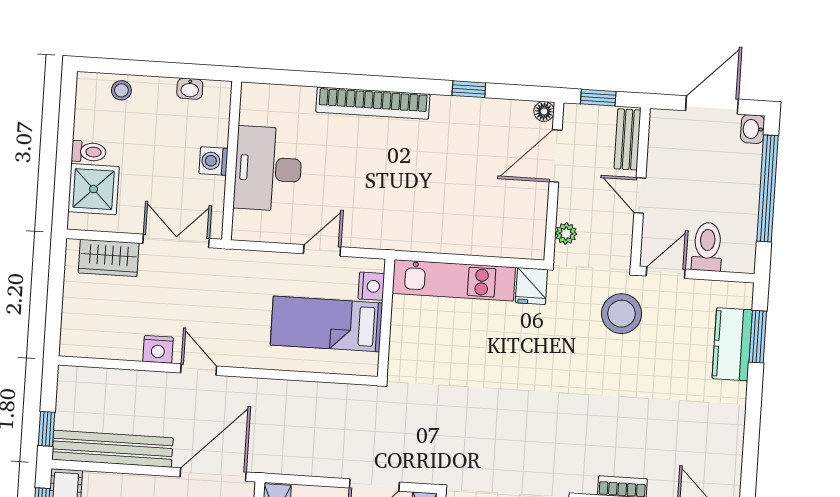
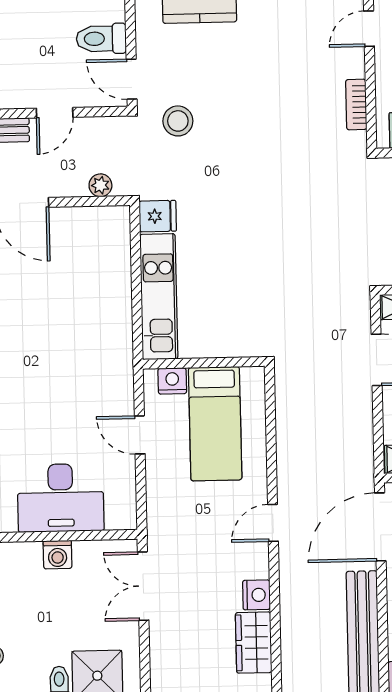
wardrobe: (109, 258) -> (254, 643), moved, turned 180
stool: (622, 314) -> (178, 121), width x0.73, depth x0.73
door: (199, 370) -> (273, 523), moved
door: (213, 475) -> (380, 527), hinge flipped

